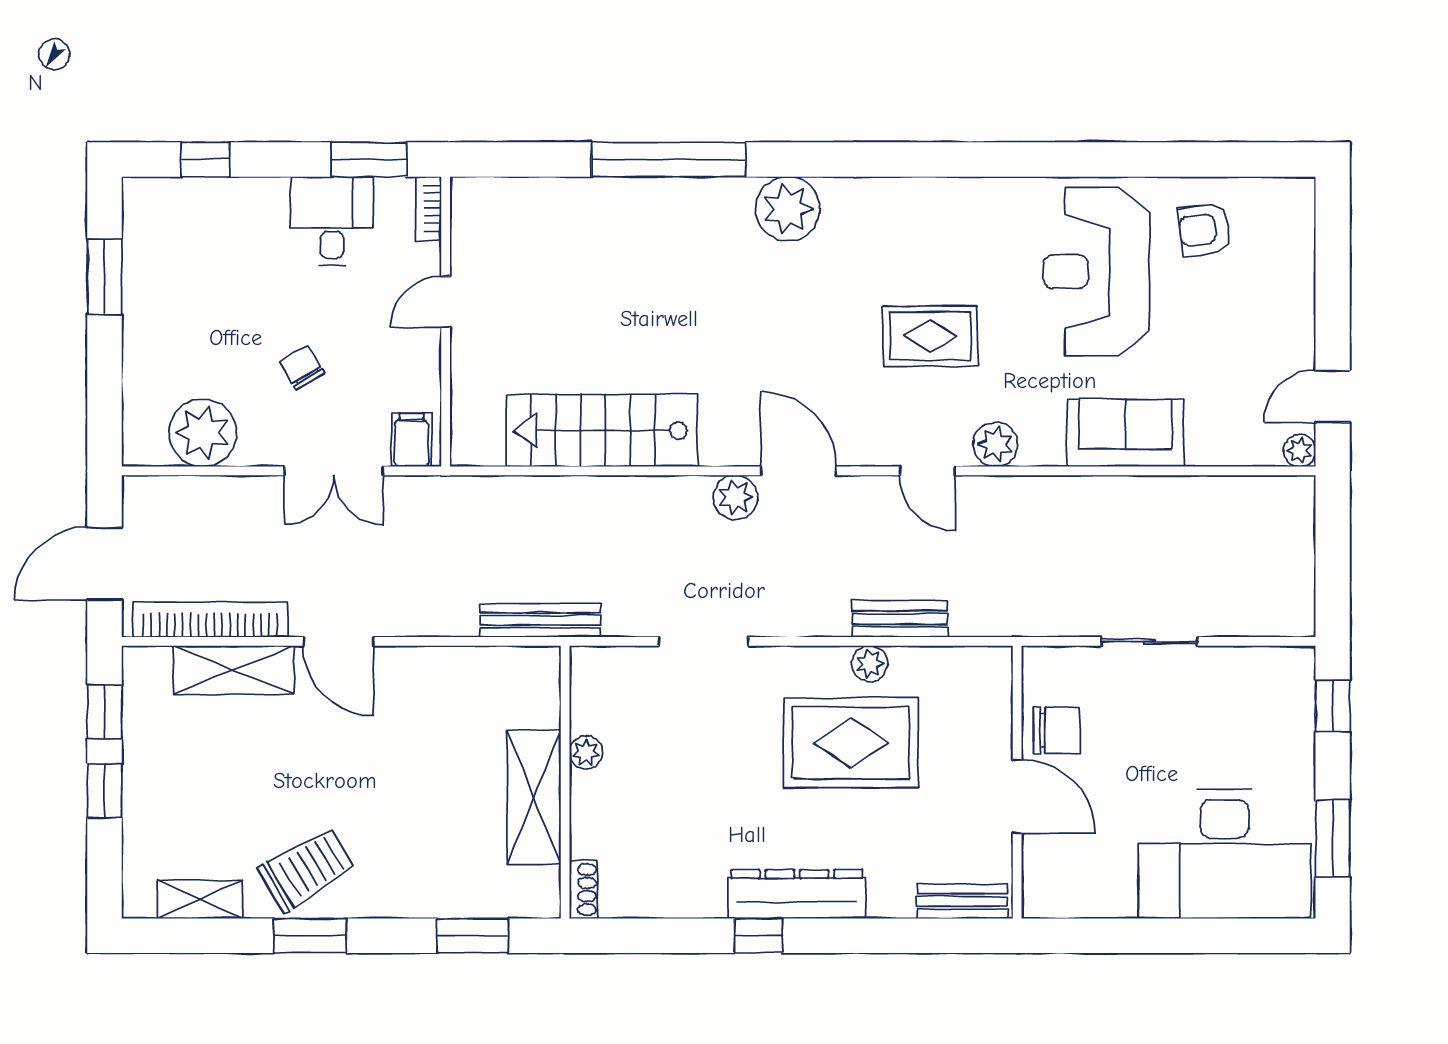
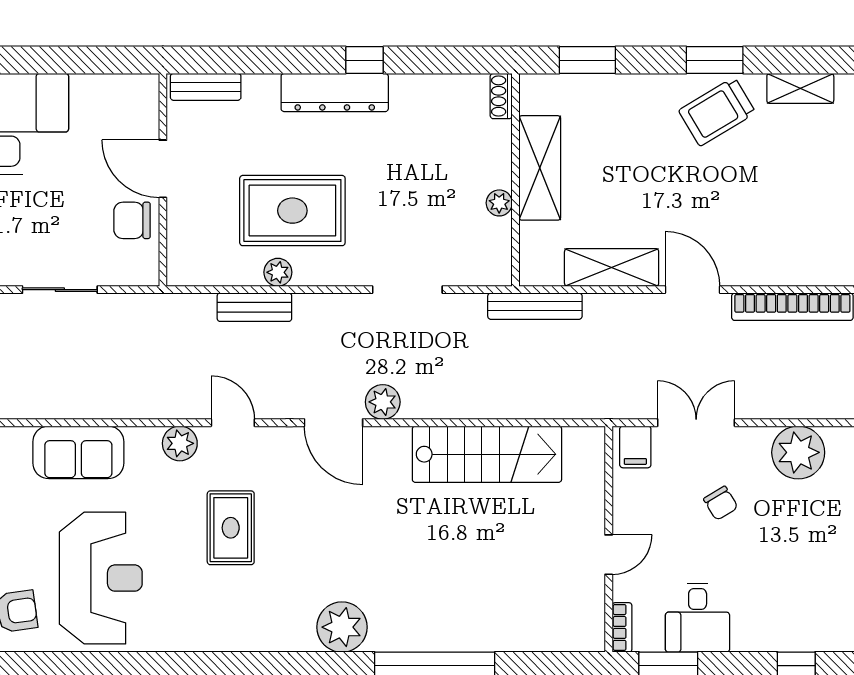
rug: (930, 336) -> (231, 528), turned 90
shelving: (234, 670) -> (612, 267), moved

